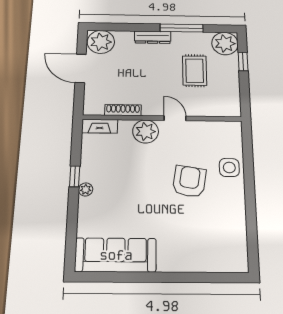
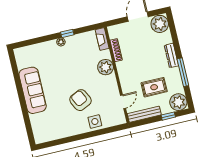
bench: (233, 93) -> (144, 114), added
door: (175, 118) -> (123, 102), moved
armchair: (189, 181) -> (80, 100), turned -125
sofa: (116, 255) -> (33, 90), moved

